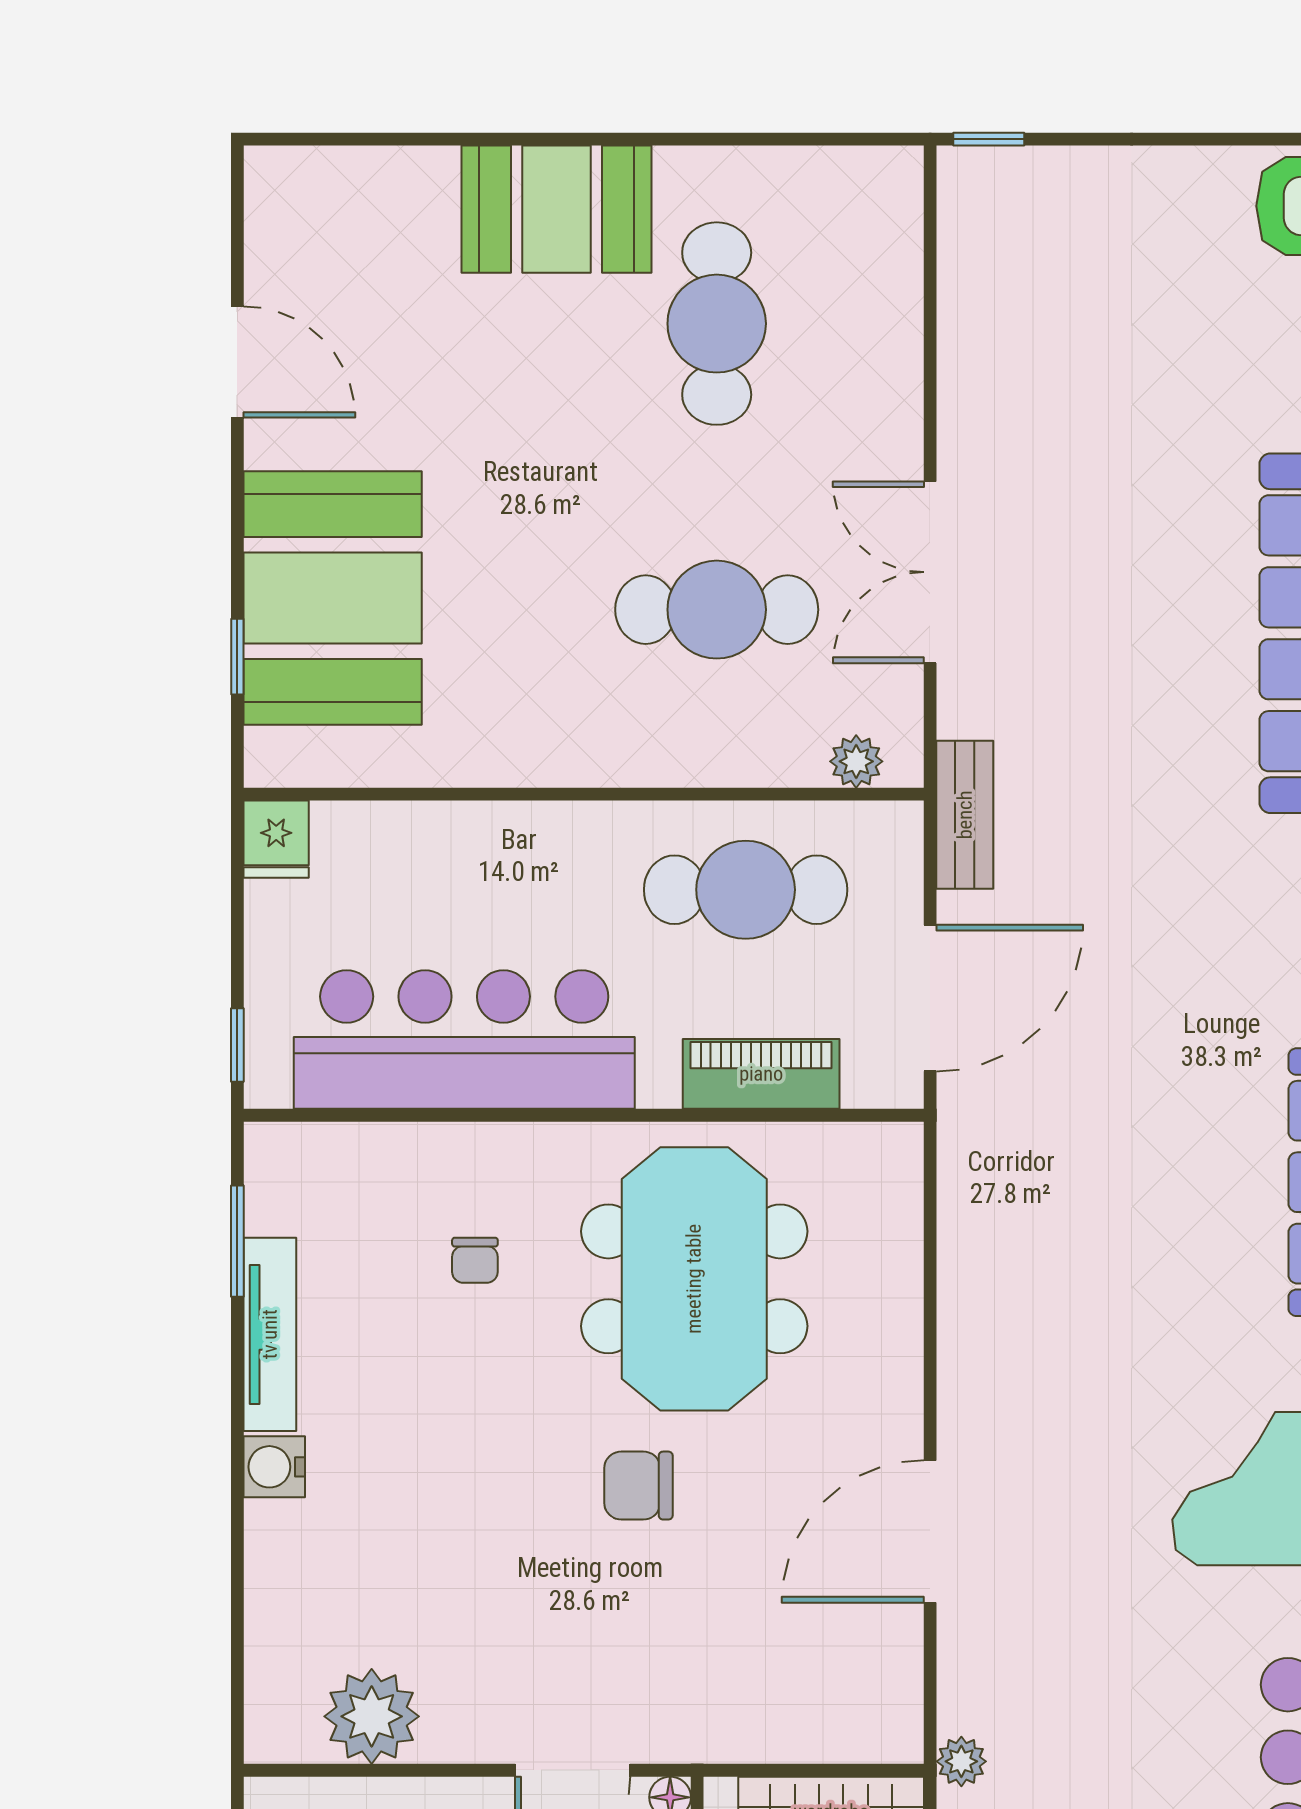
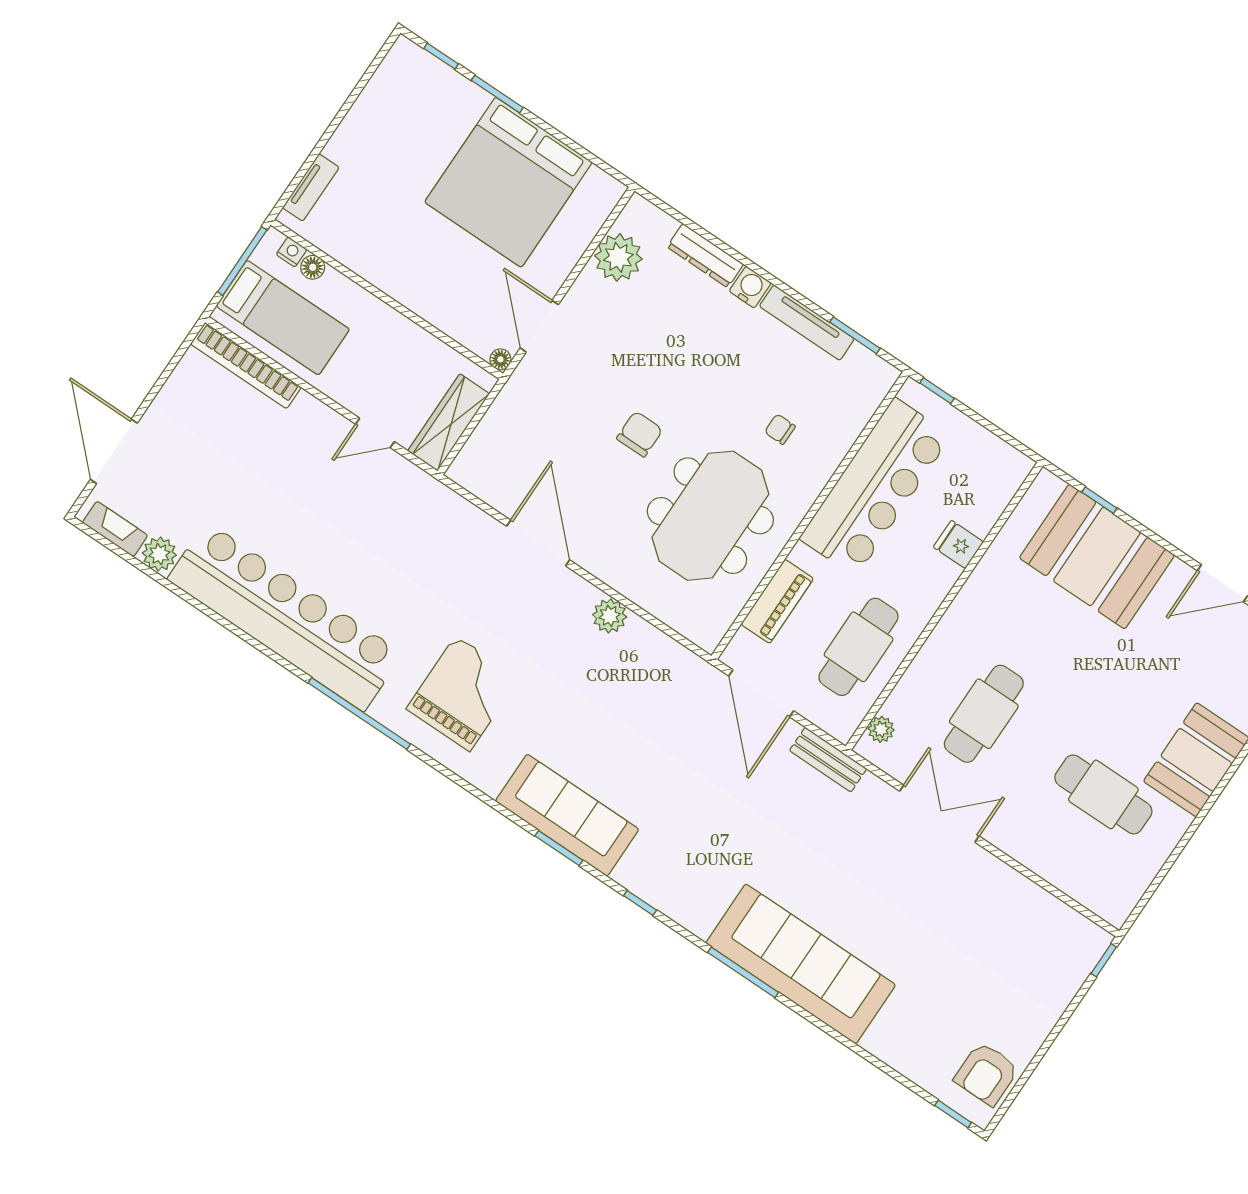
fridge: (276, 839) -> (958, 544), moved
meeting table: (694, 1279) -> (710, 516), turned 90
dresser: (272, 1576) -> (705, 256), added
plant: (961, 1761) -> (610, 616), moved, width x1.38, depth x1.38

